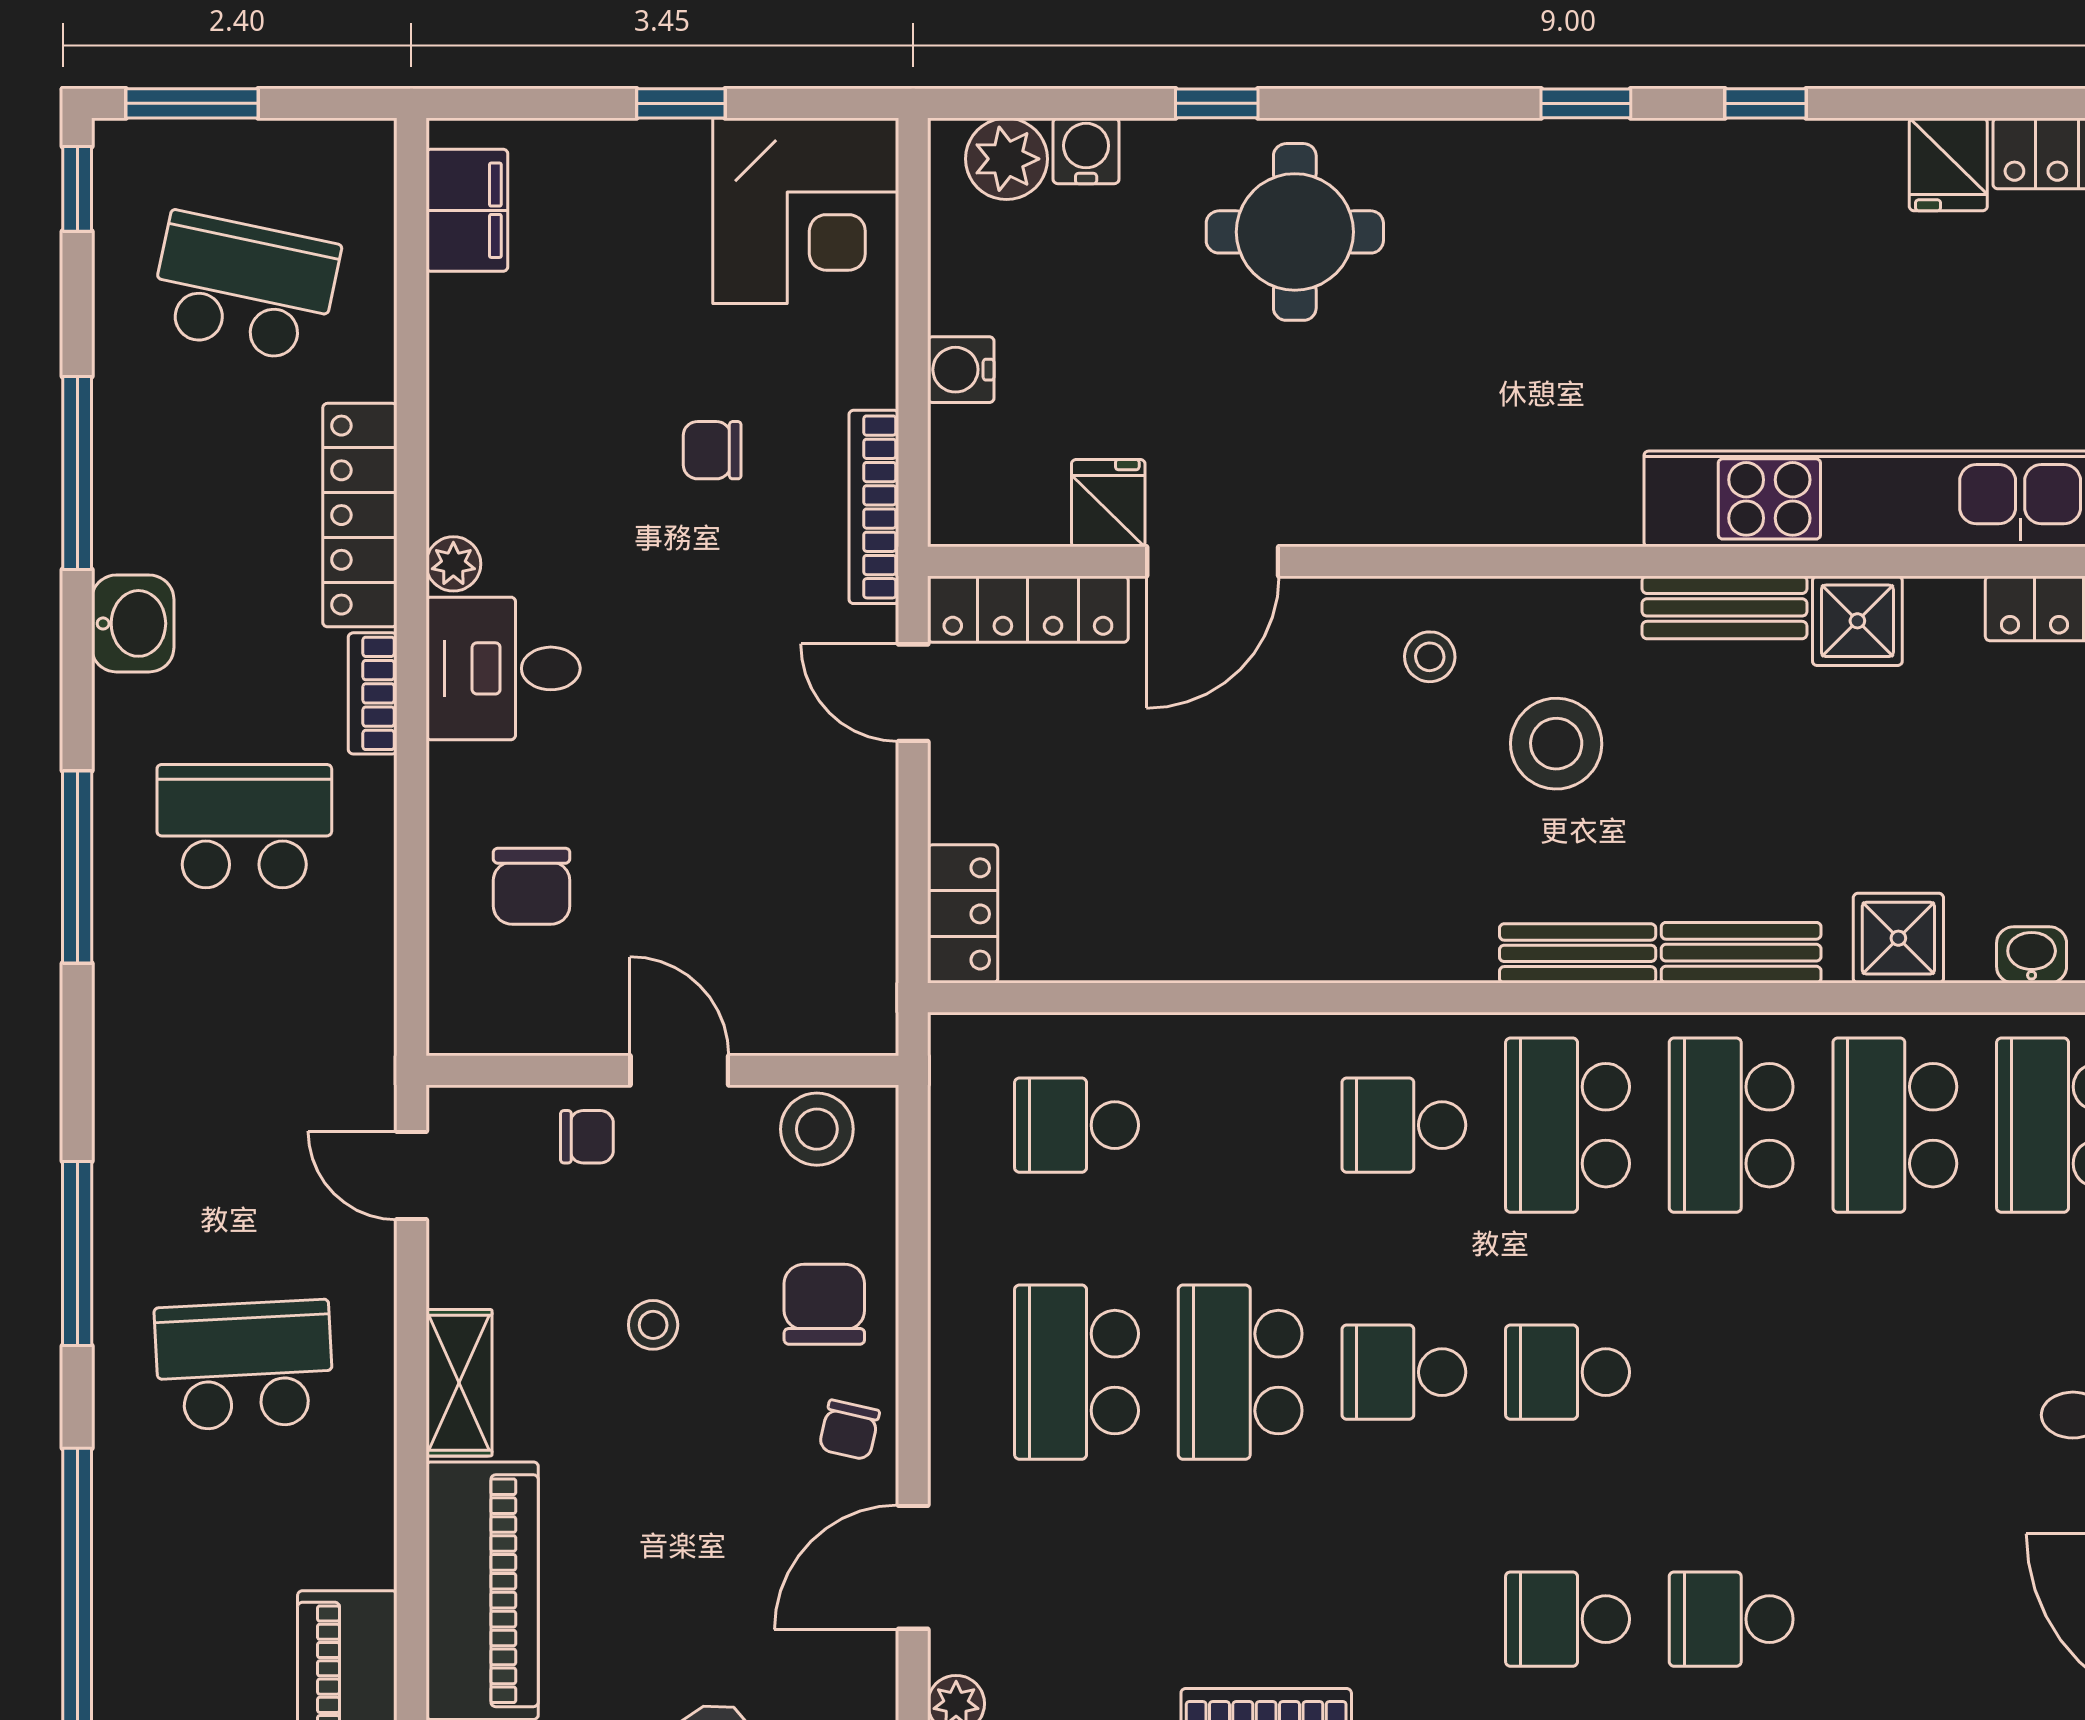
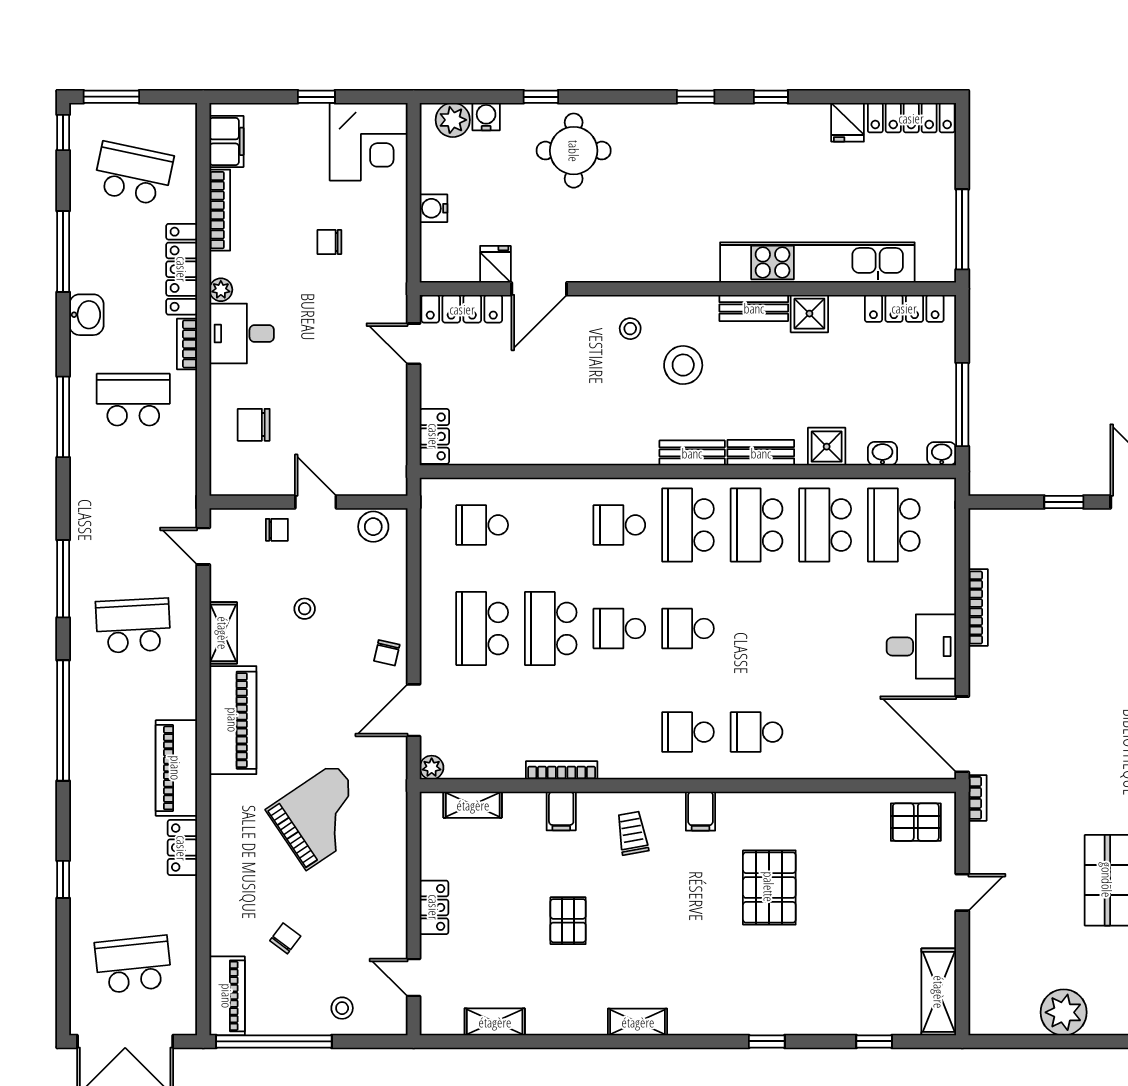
bookcase: (874, 507) -> (220, 210), moved, turned 180
chair: (532, 886) -> (254, 425), turned 90
chair: (824, 1304) -> (376, 600), removed

